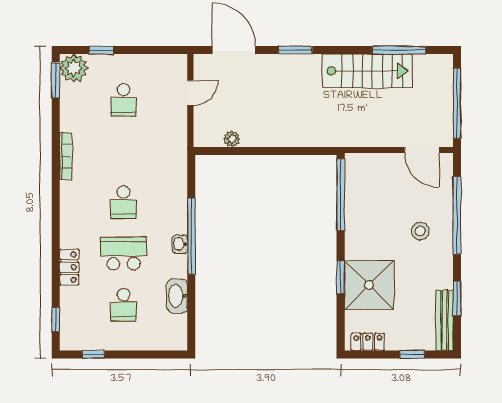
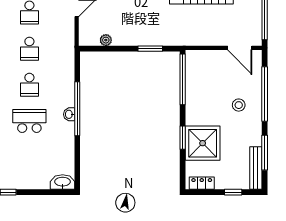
window: (295, 151) -> (150, 49), added
washbasin: (177, 296) -> (63, 182), moved, turned 90
window: (457, 299) -> (265, 153), width x1.44
school desk: (124, 305) -> (29, 49), moved

